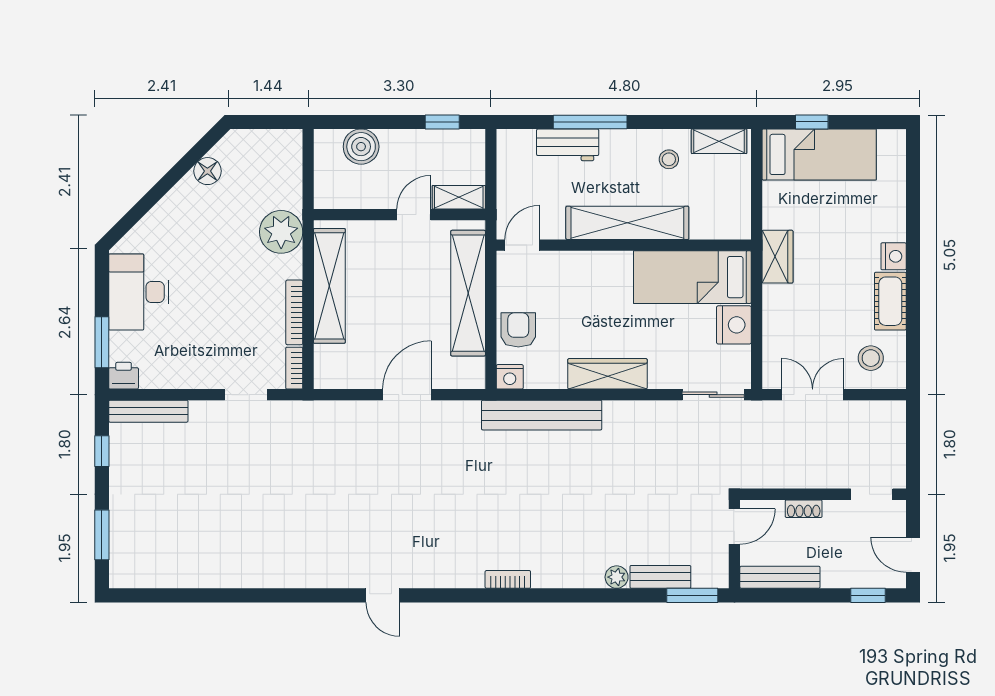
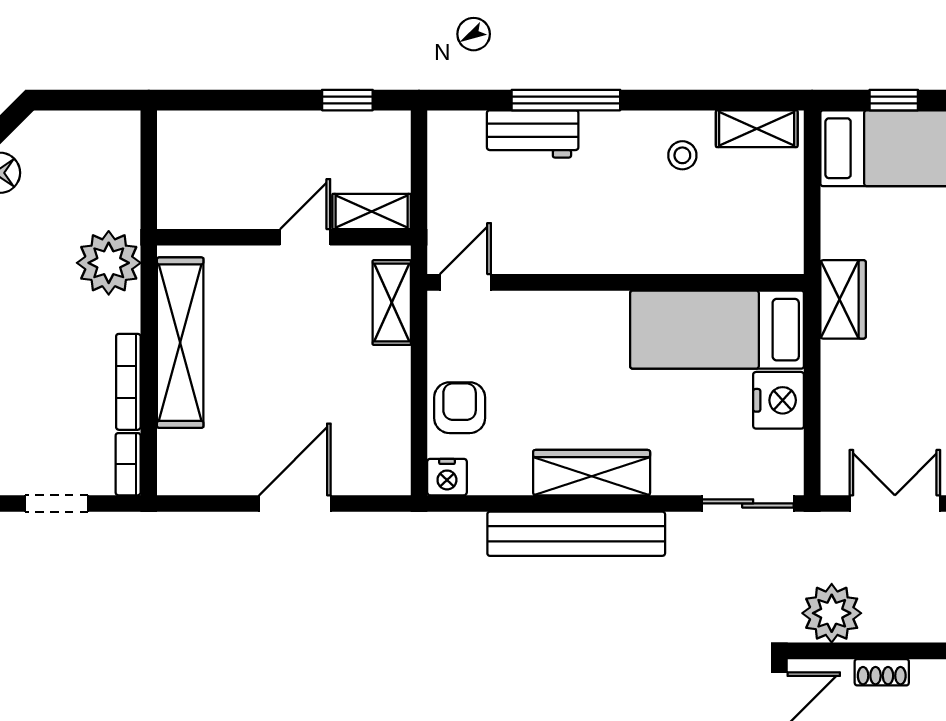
boiler: (361, 147) -> (227, 137), removed
shelving: (627, 223) -> (621, 249), removed
shelving: (468, 293) -> (392, 303), width x0.45, depth x0.75
bench: (542, 415) -> (576, 534), moved
plant: (770, 469) -> (832, 613), added

